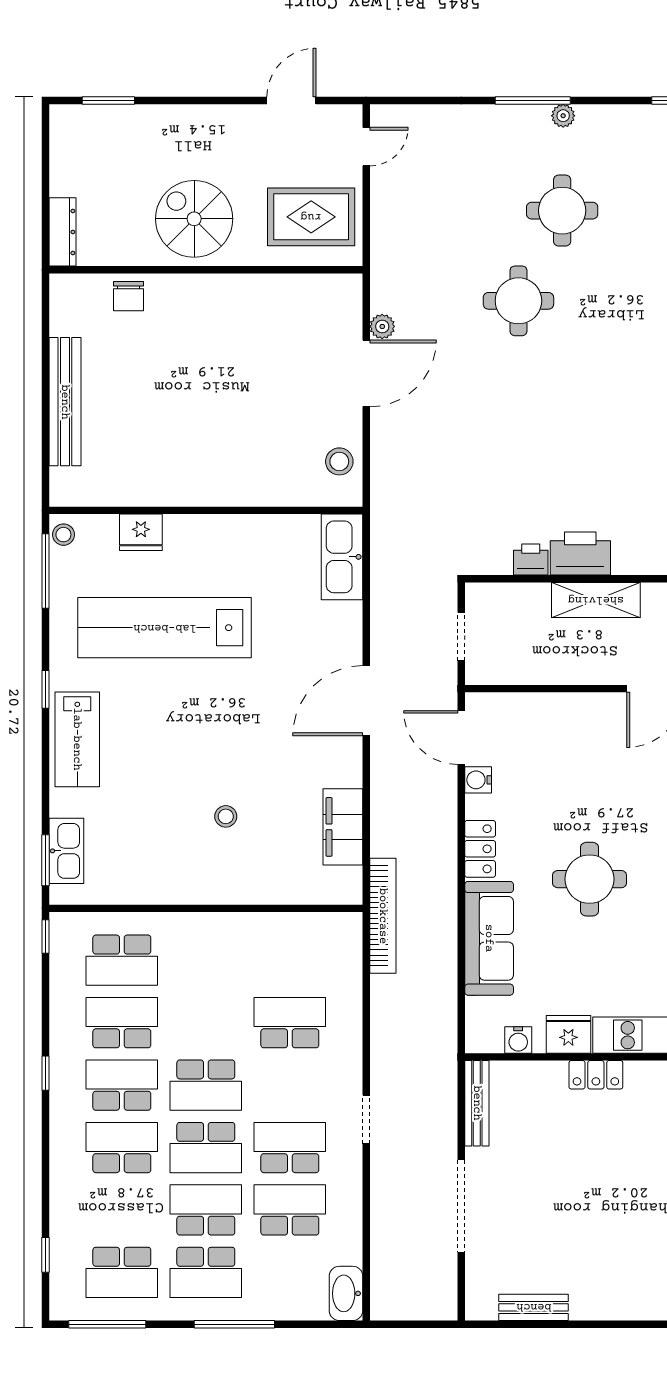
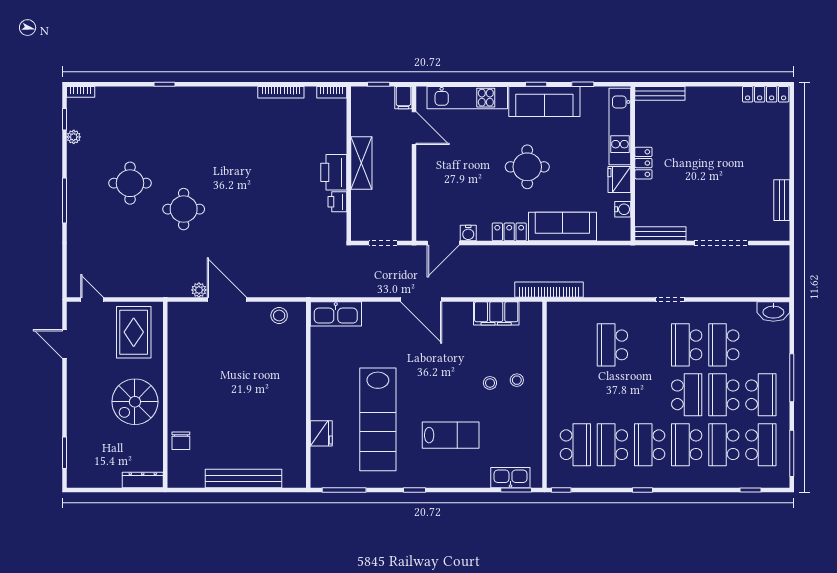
plant: (563, 116) -> (74, 137), moved
chair: (129, 296) -> (181, 441), turned 90
stool: (63, 535) -> (517, 380), moved
lab bench: (77, 739) -> (451, 435), moved
school desk: (206, 1085) -> (724, 445), moved, turned 180

